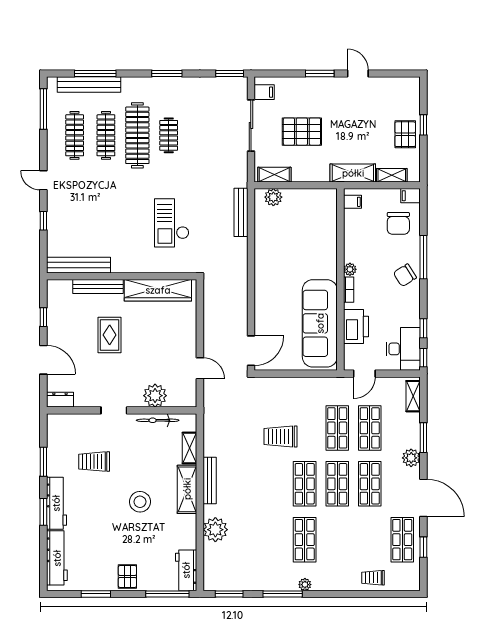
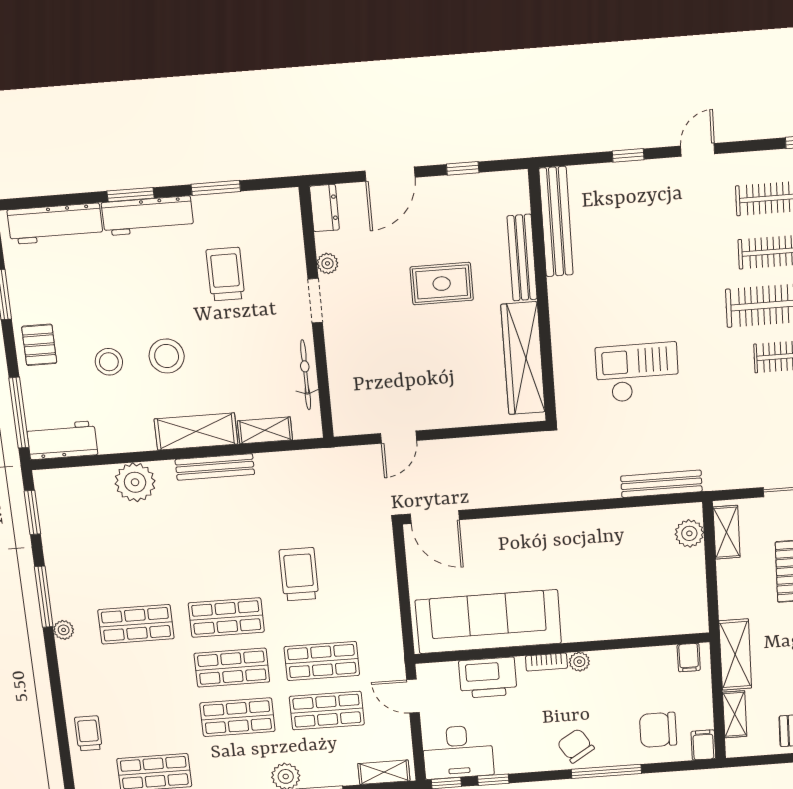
plant: (155, 396) -> (327, 263), moved, width x0.53, depth x0.53
stool: (141, 536) -> (109, 362), added
pallet: (127, 576) -> (39, 345), turned 90

